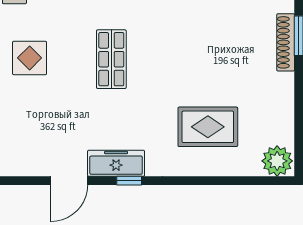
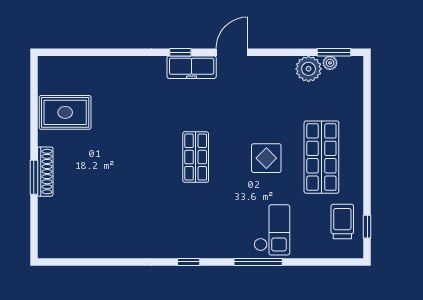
rug: (208, 127) -> (65, 112), moved
plant: (277, 161) -> (53, 69), removed

